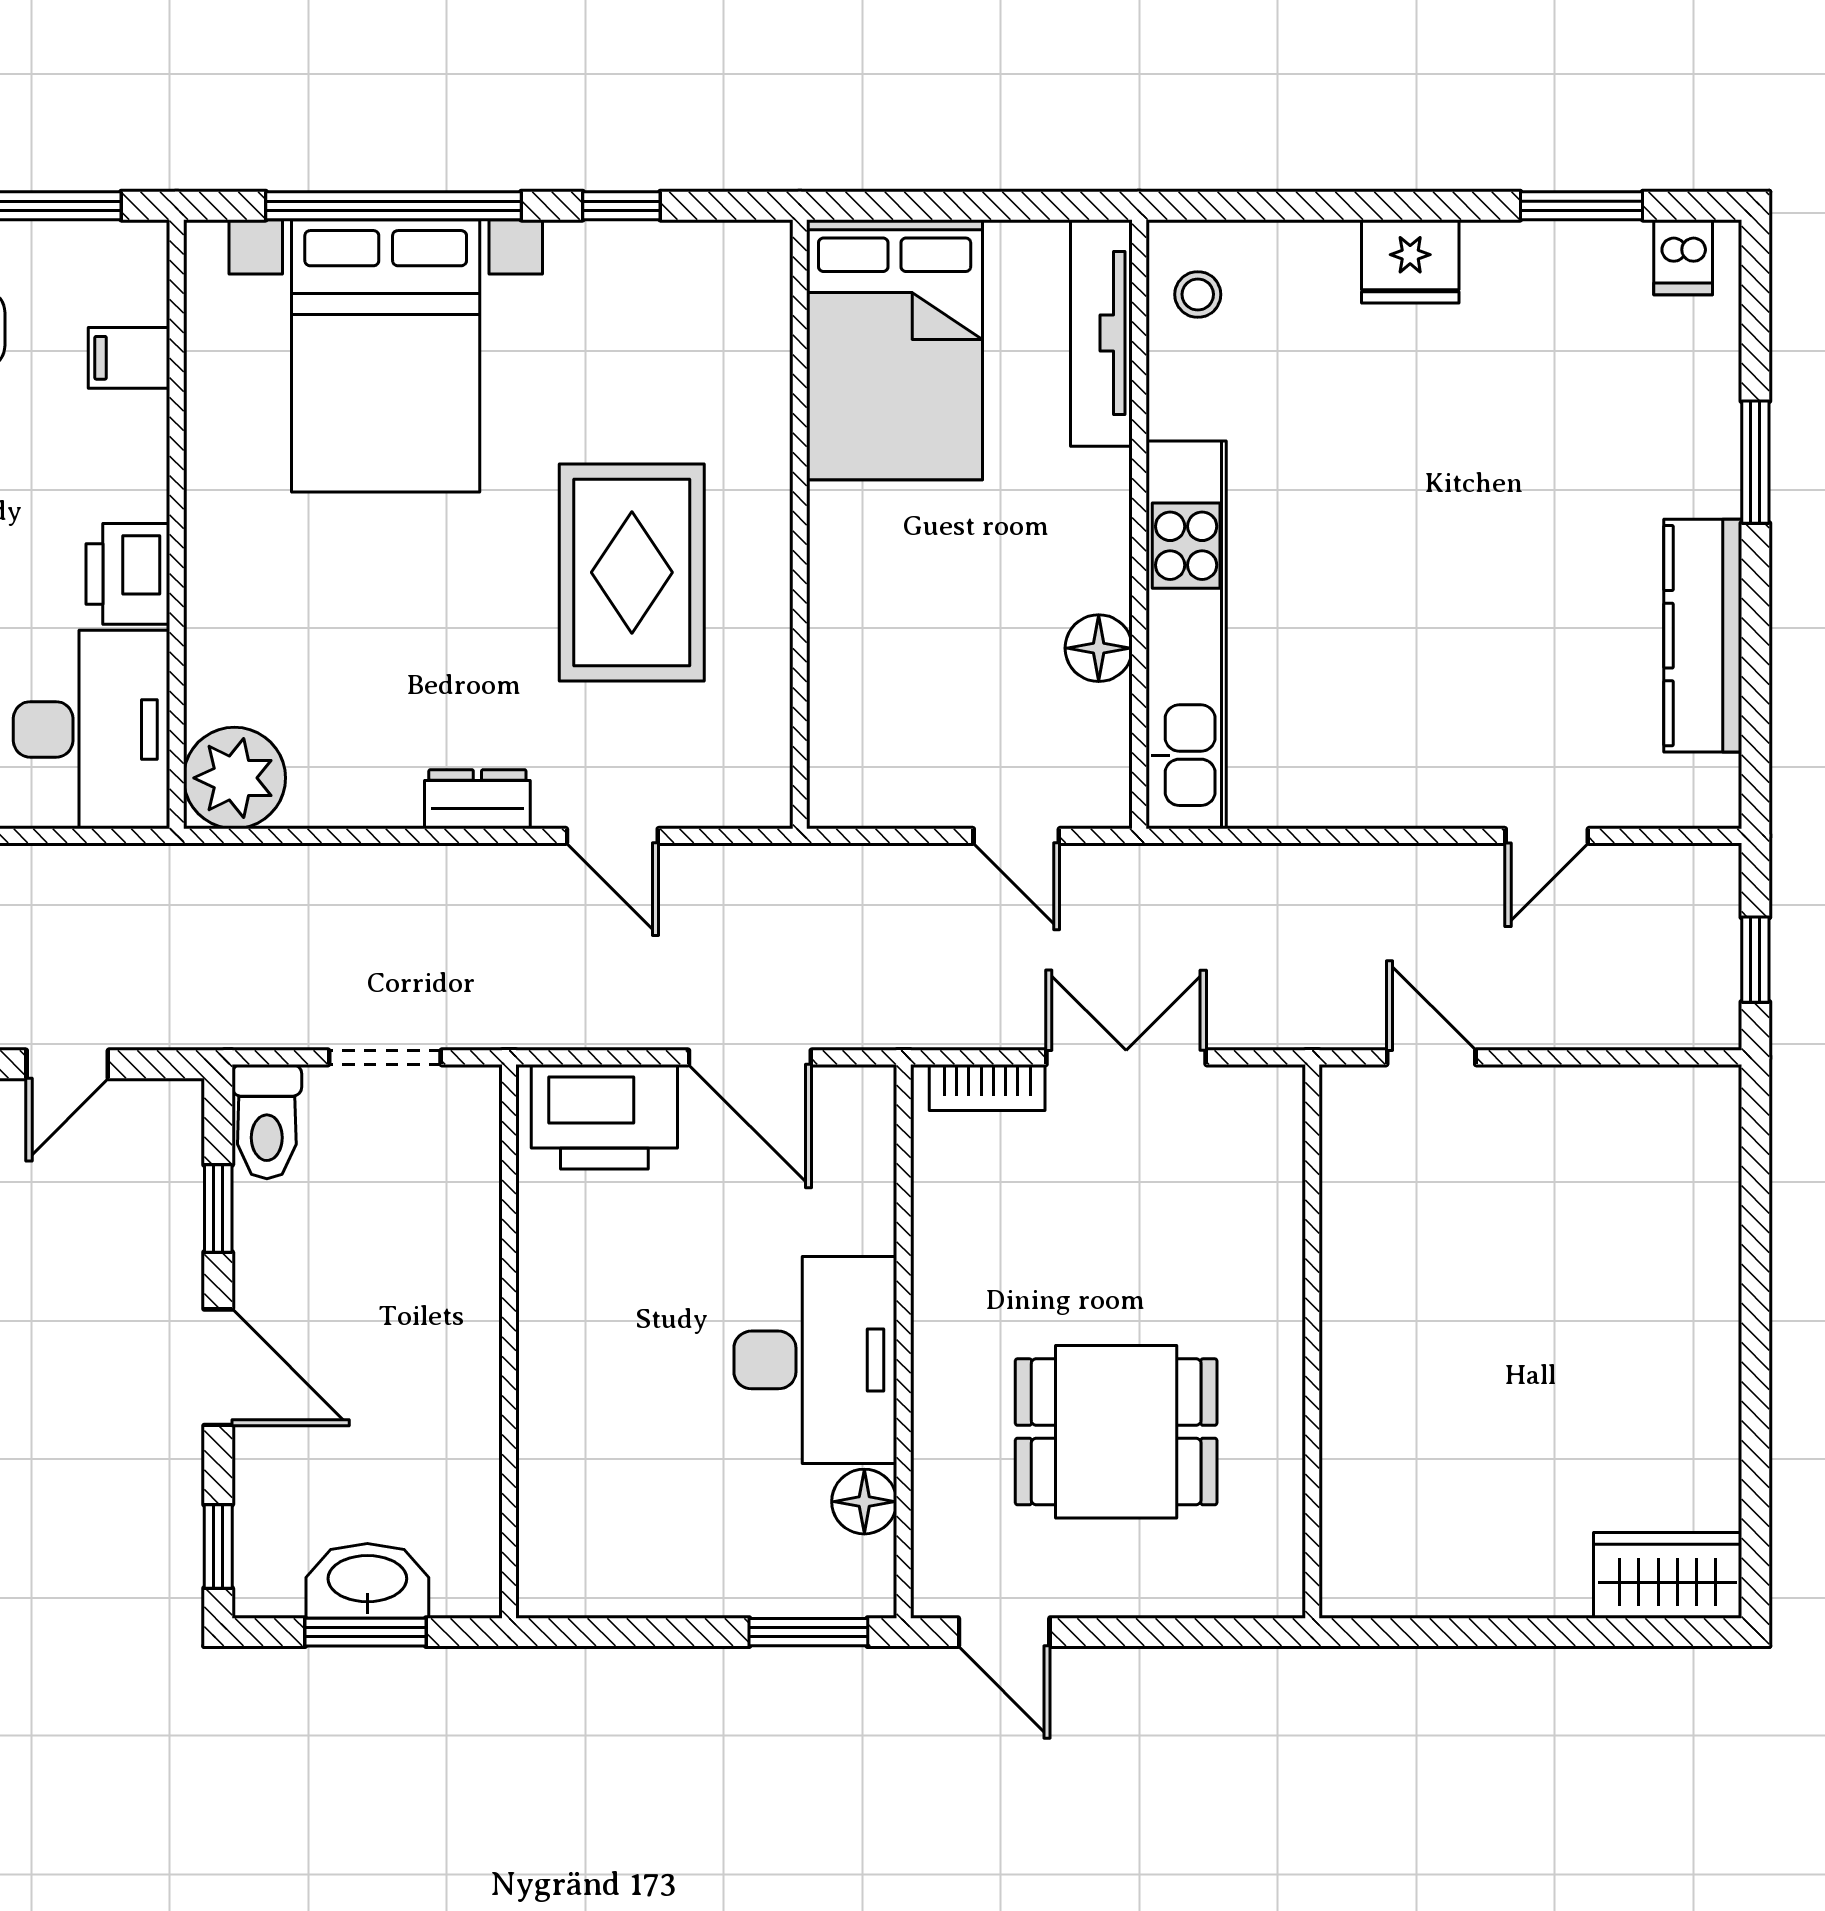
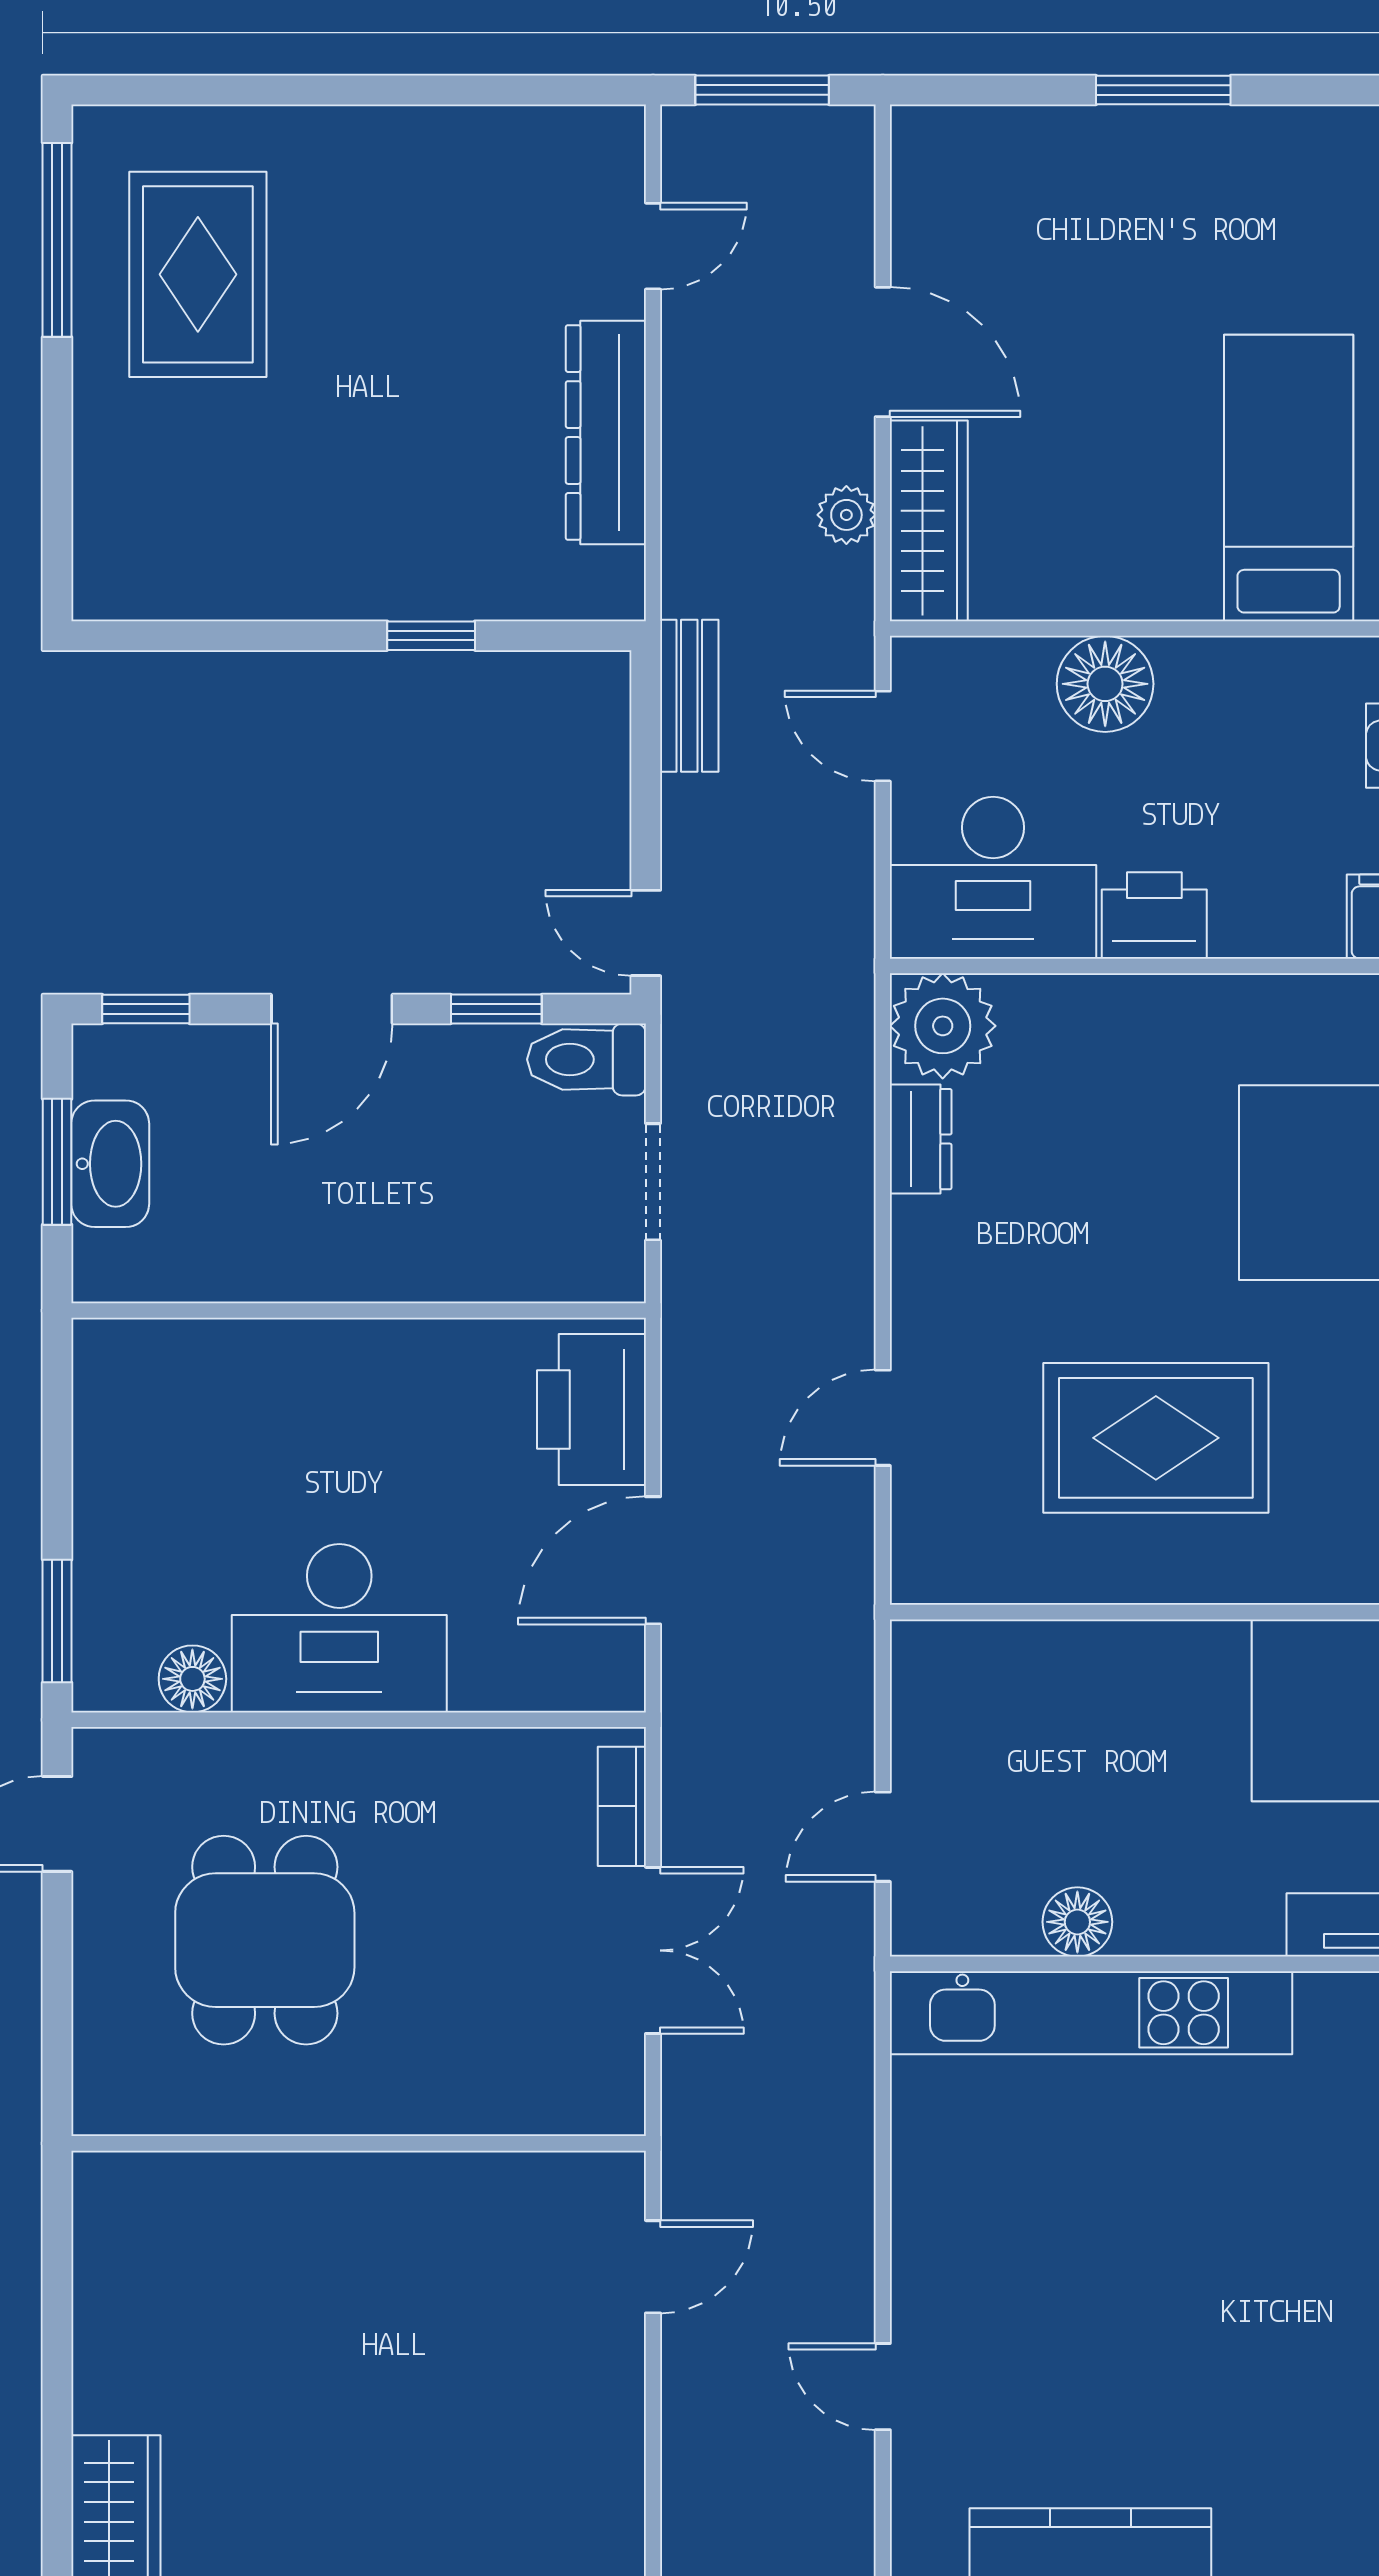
dresser: (477, 799) -> (921, 1139), moved
door: (67, 1064) -> (646, 933), moved

